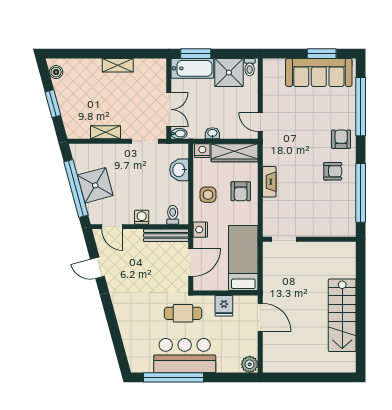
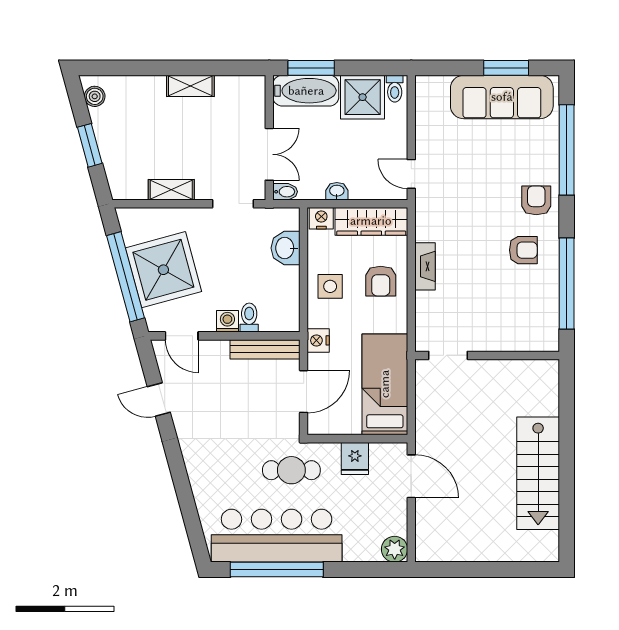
shower: (95, 185) -> (163, 270), width x1.37, depth x1.37
toilet: (173, 215) -> (249, 318), moved
bar counter: (185, 356) -> (277, 536), width x1.36

